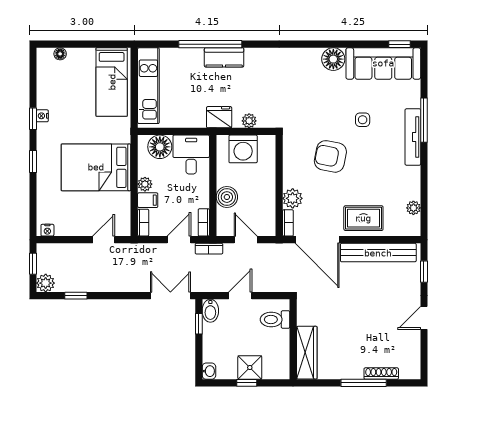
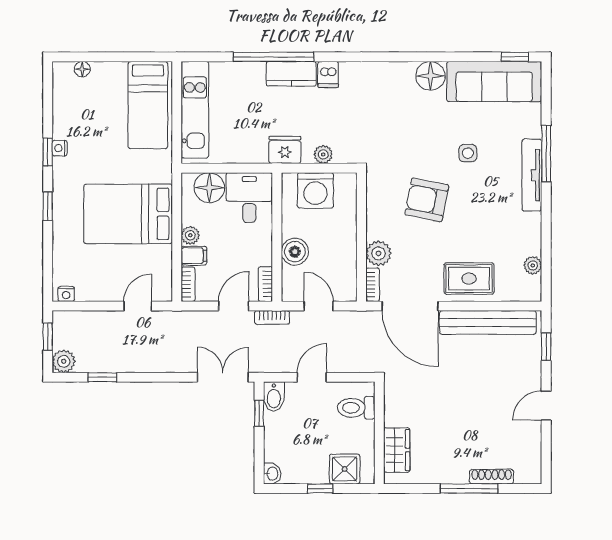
dishwasher: (253, 58) -> (328, 74), added
wardrobe: (307, 353) -> (397, 450), width x0.67
shower: (250, 368) -> (345, 469), moved

